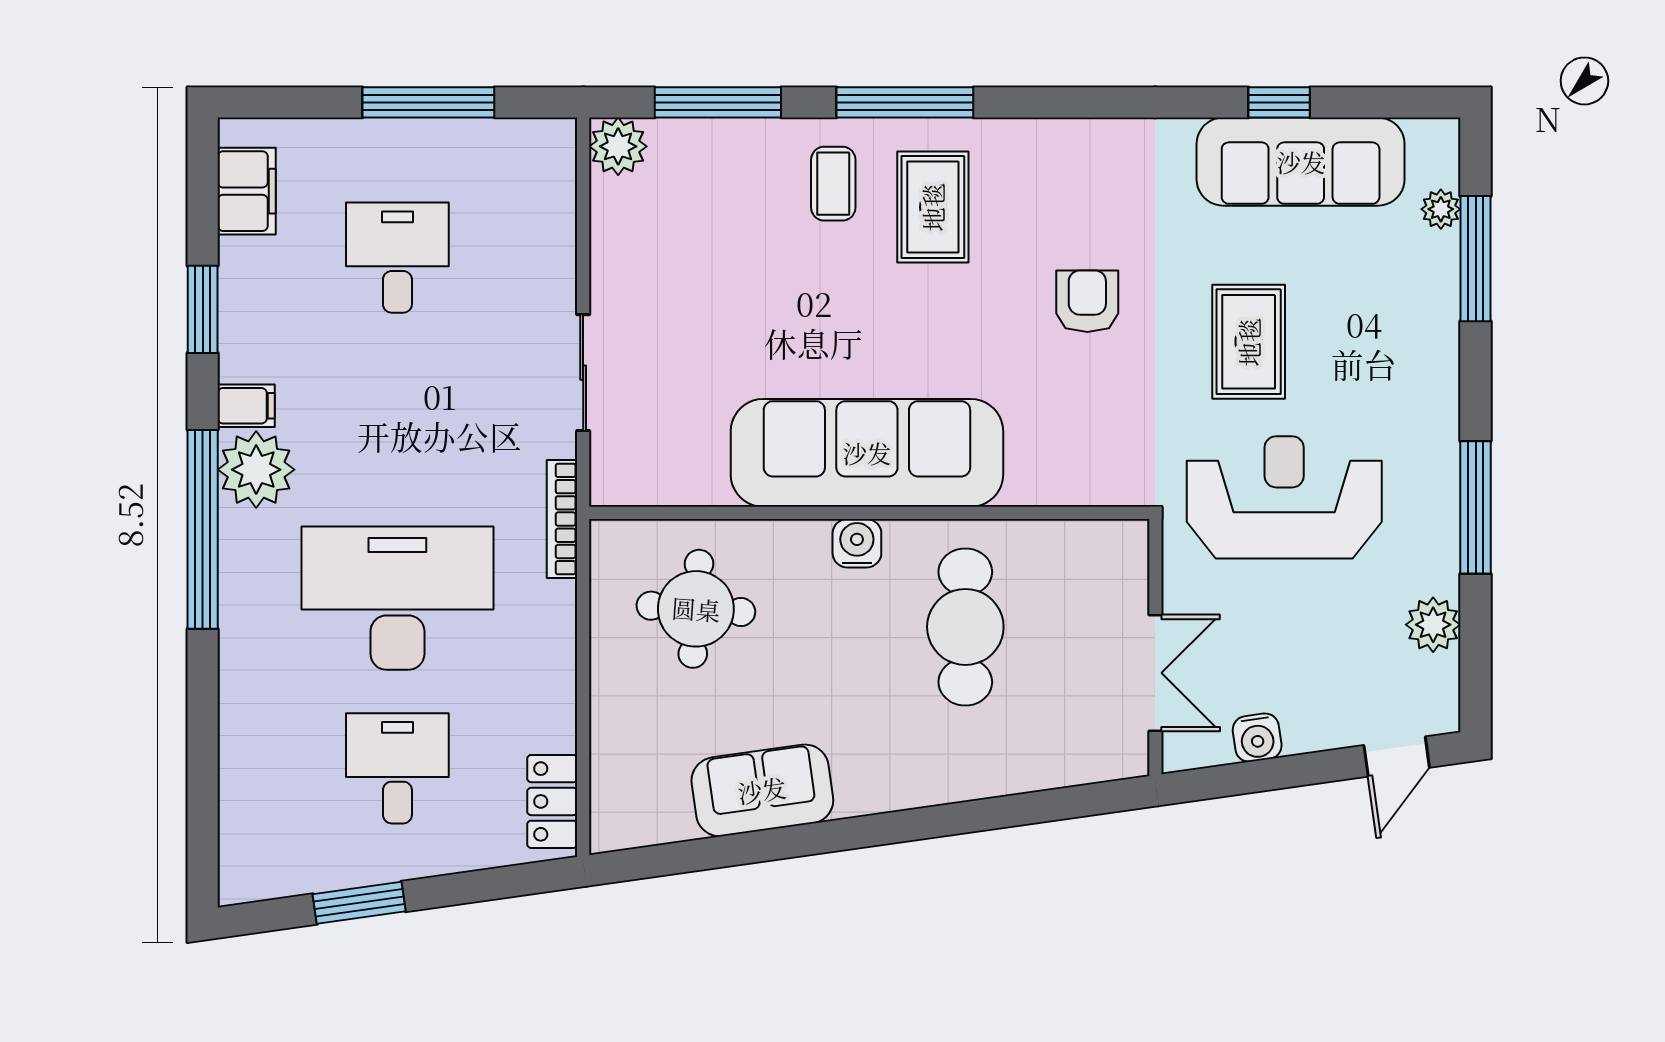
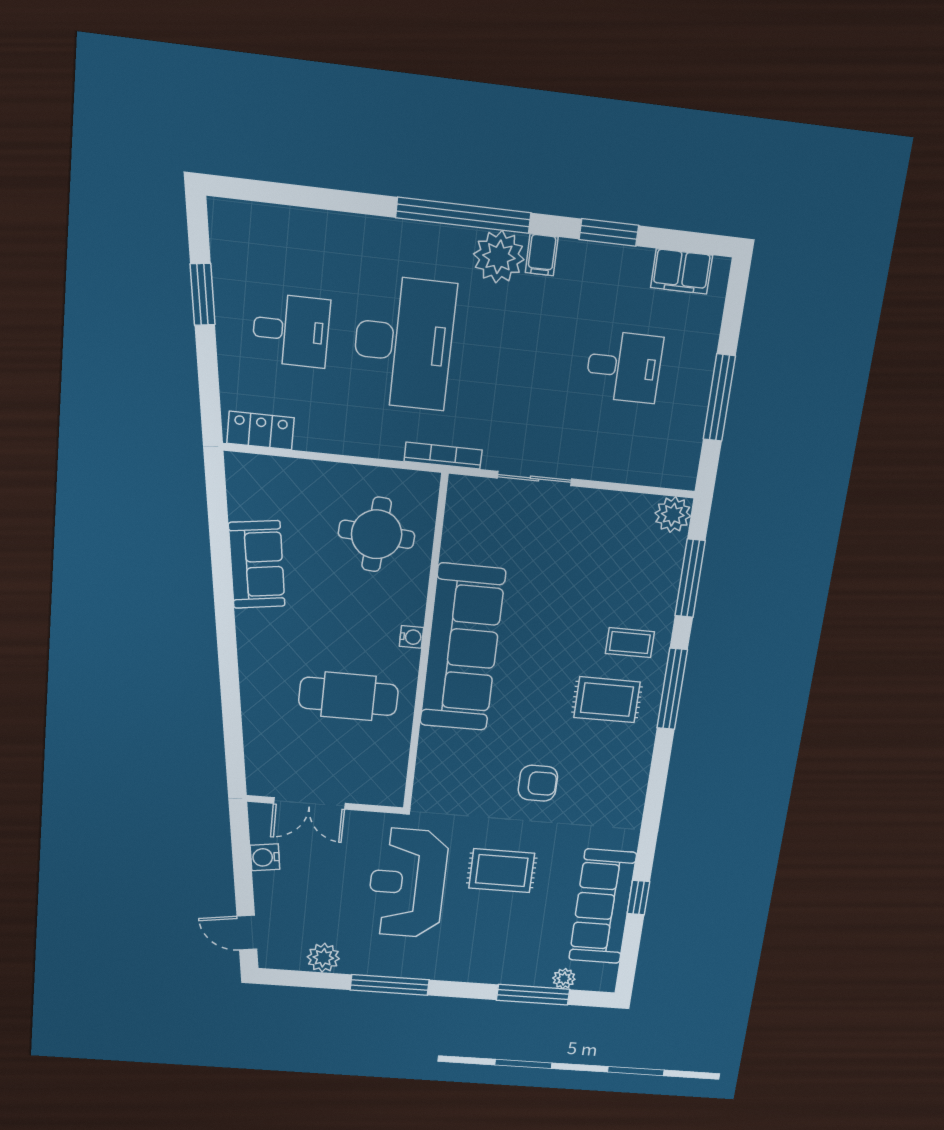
reception desk: (1284, 497) -> (407, 883), turned 180
water cooler: (857, 543) -> (411, 637), width x0.72, depth x0.72

